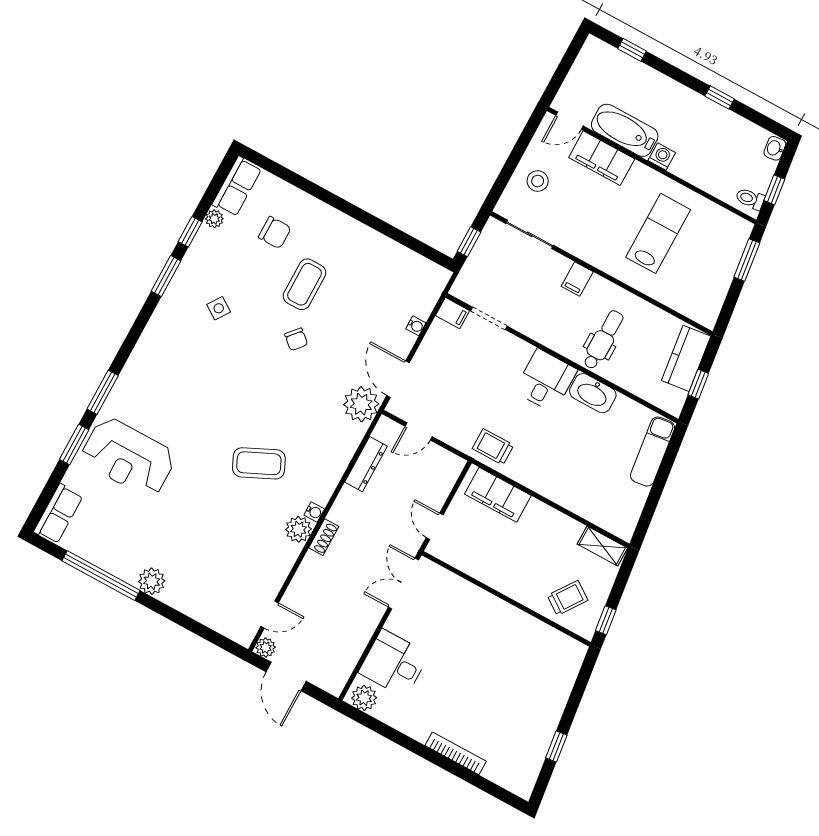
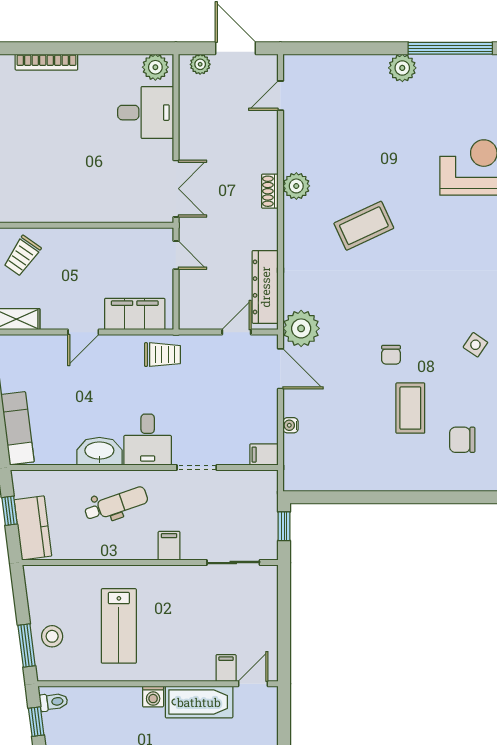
filing cabinet: (602, 158) -> (226, 668), width x0.33, depth x0.86
stool: (538, 181) -> (52, 636), moved
doorway: (489, 318) -> (197, 468), moved
chair: (296, 339) -> (391, 355), turned -131
dental chair: (603, 340) -> (116, 504), turned -109
dresser: (366, 464) -> (265, 287), width x1.37, depth x1.24
door: (551, 503) -> (83, 332), added
water cooler: (314, 512) -> (291, 209), removed
plant: (266, 647) -> (200, 64), moved

